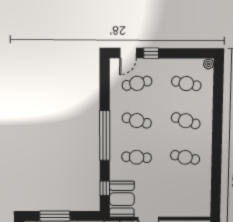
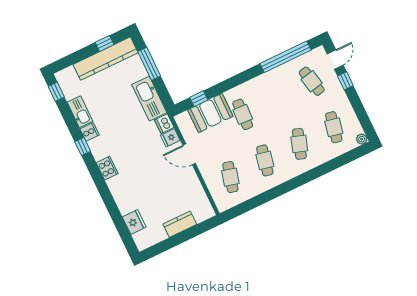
door: (128, 53) -> (335, 59), swing flipped
cafe table: (137, 121) -> (230, 177), moved
window: (105, 135) -> (285, 57), moved
booth: (122, 199) -> (210, 113), moved

